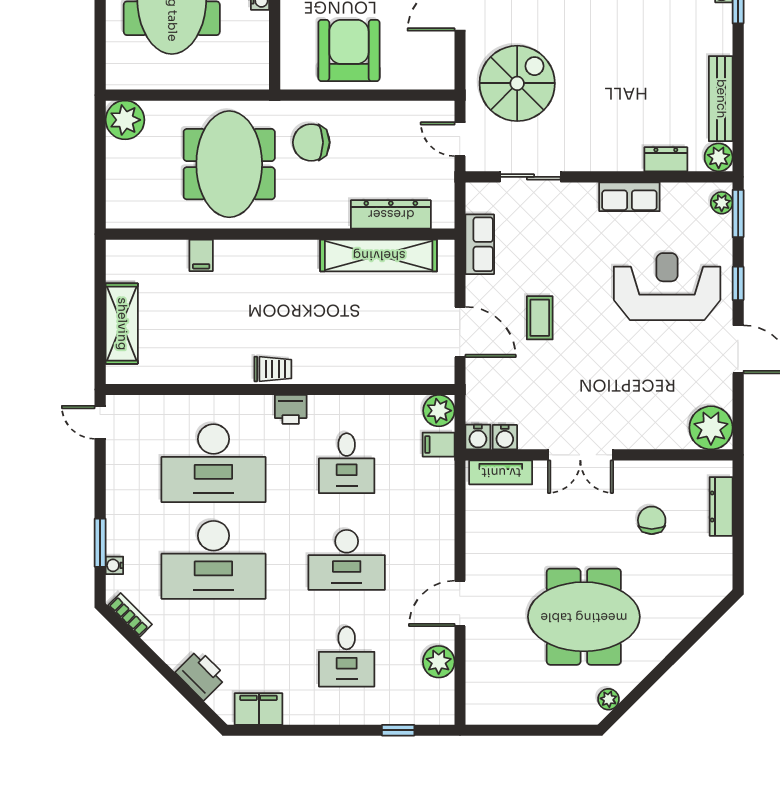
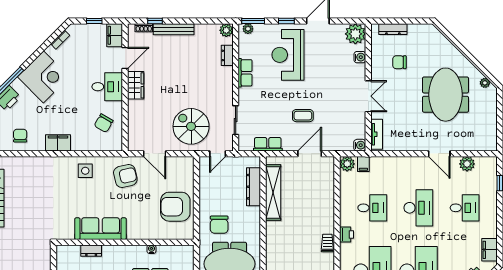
bench: (721, 99) -> (174, 29), moved
water cooler: (505, 437) -> (360, 57), moved

